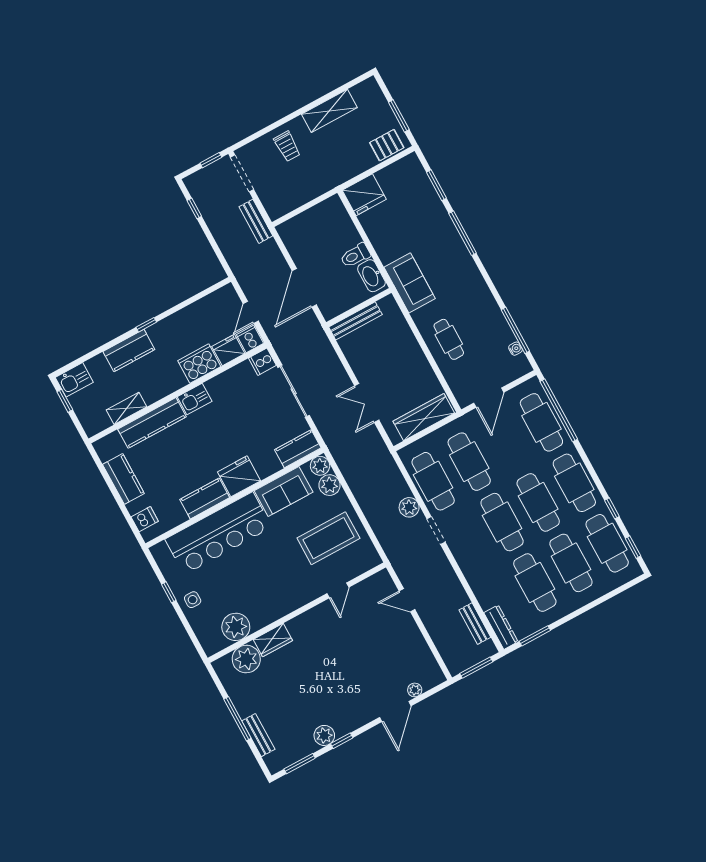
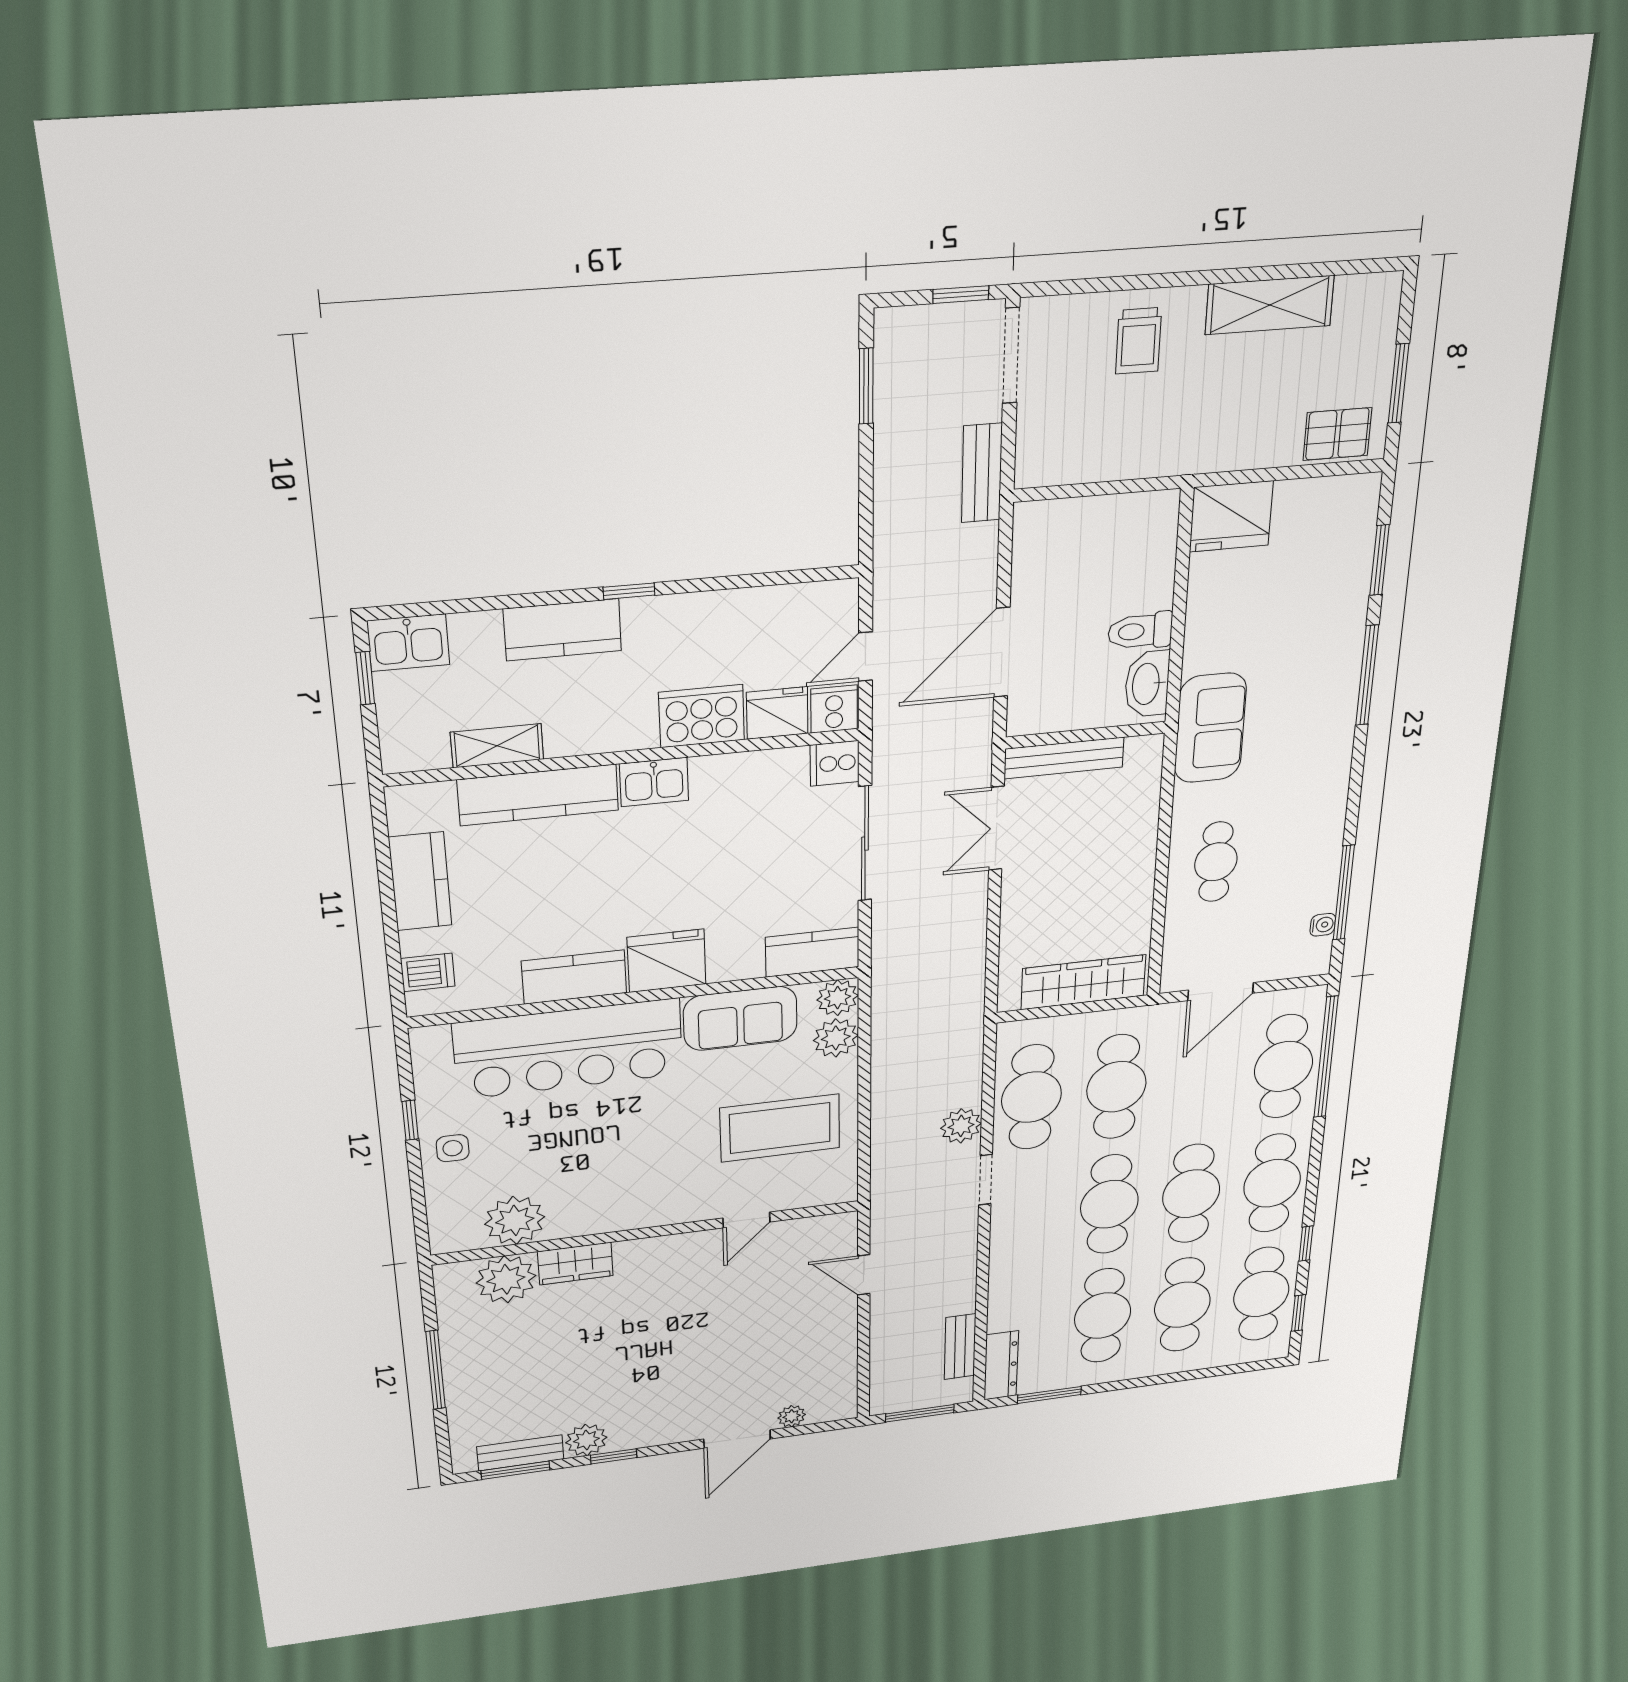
window: (194, 208) -> (866, 386), width x1.50
double door: (367, 403) -> (996, 828), moved
bench: (258, 735) -> (520, 1453), moved, turned 90

